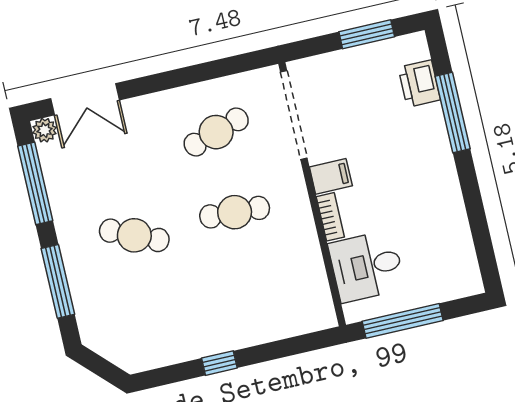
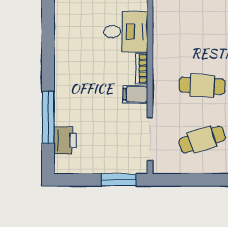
window: (367, 34) -> (119, 180), moved
doorway: (294, 115) -> (150, 139), width x0.73

